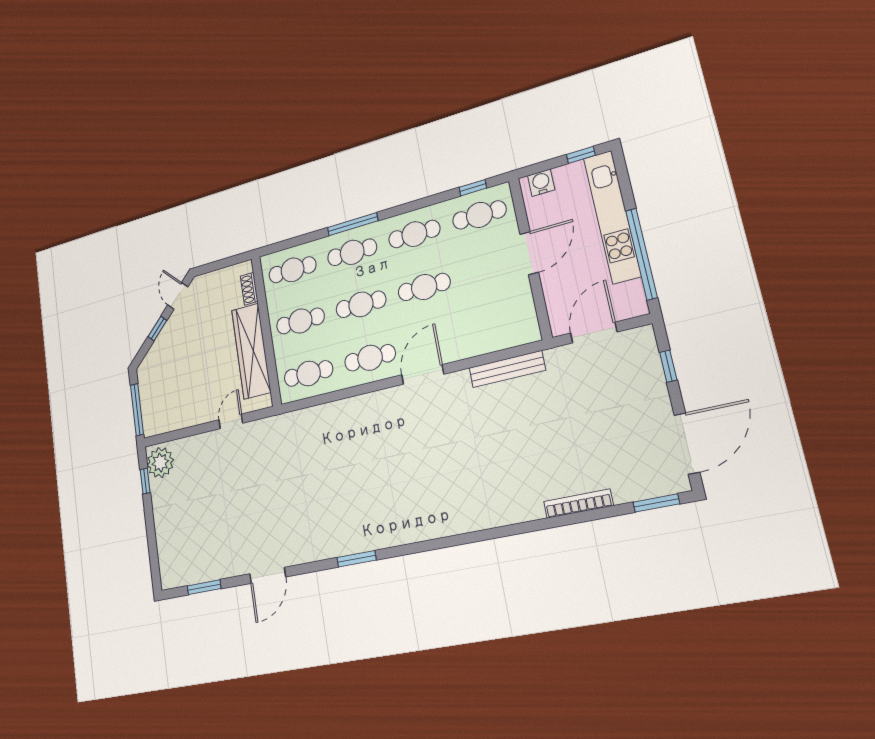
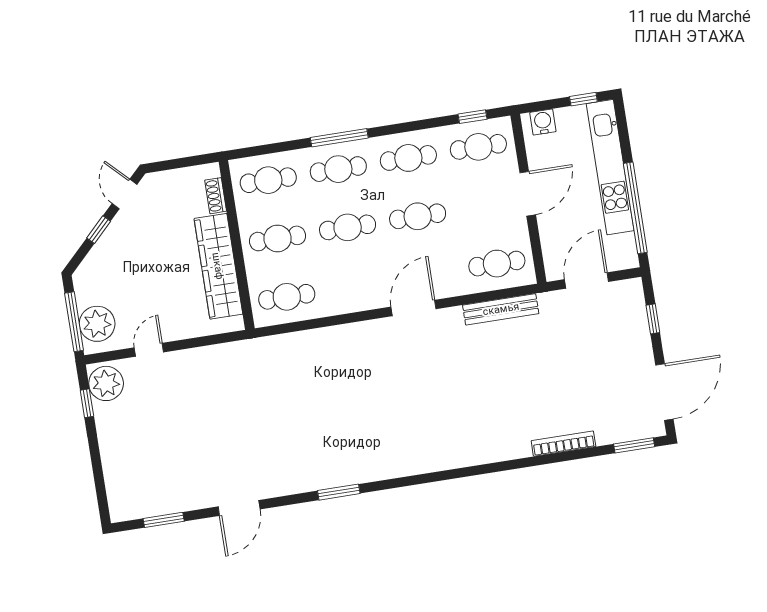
cafe table: (370, 358) -> (497, 264), moved
plant: (154, 410) -> (97, 324), added
door: (231, 421) -> (149, 350), moved

